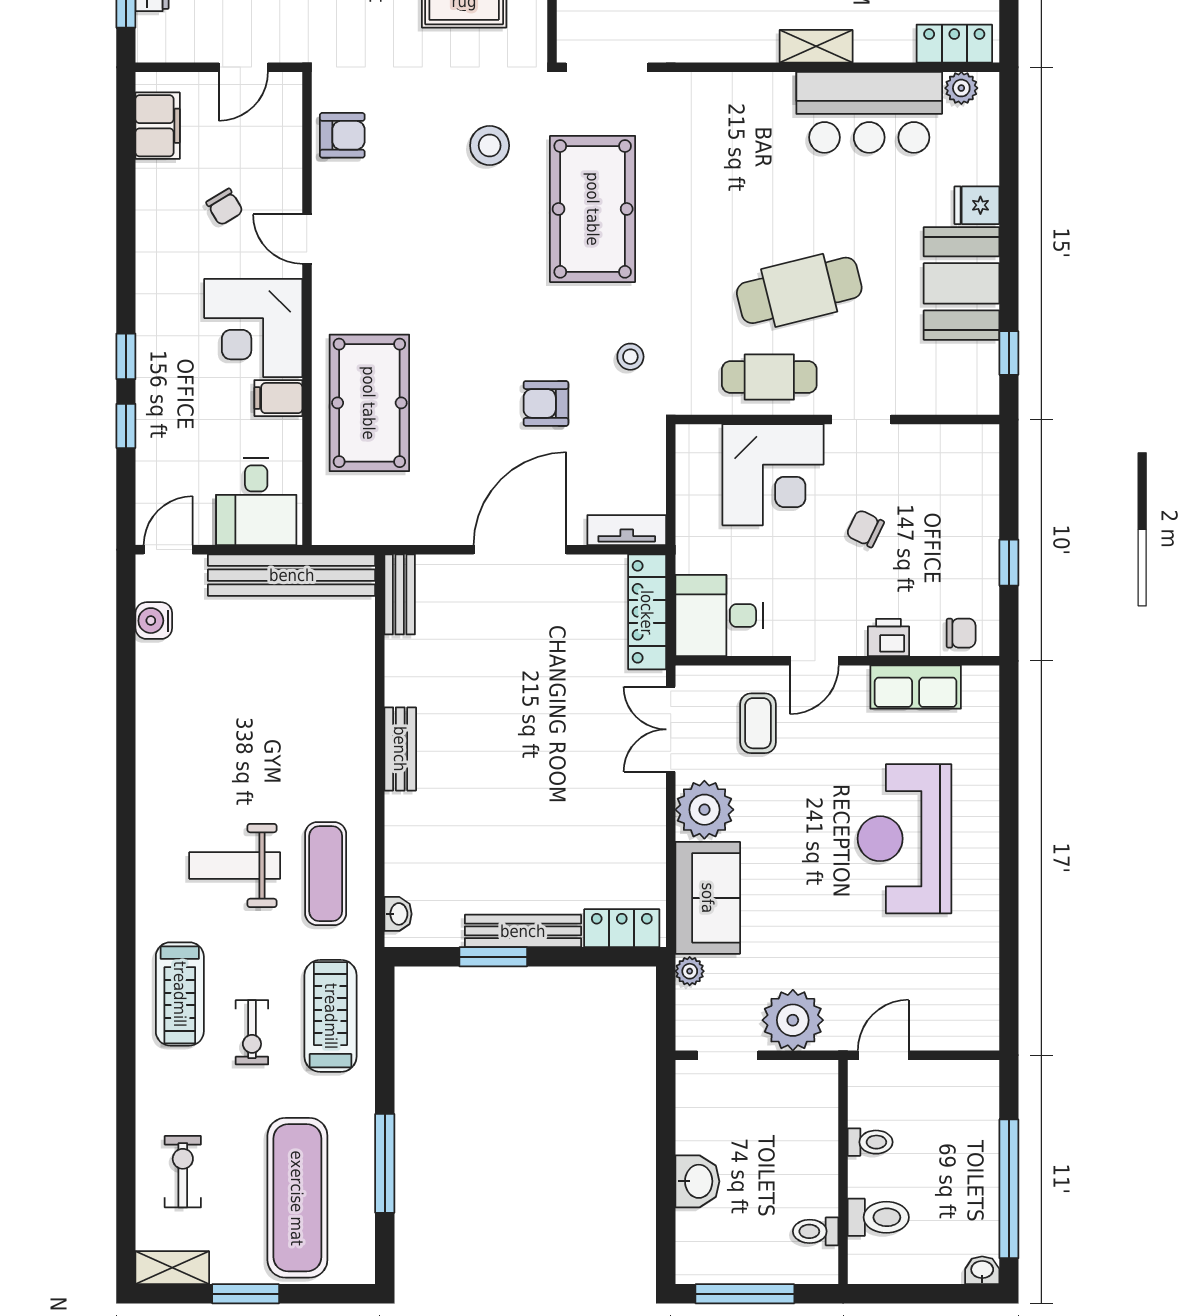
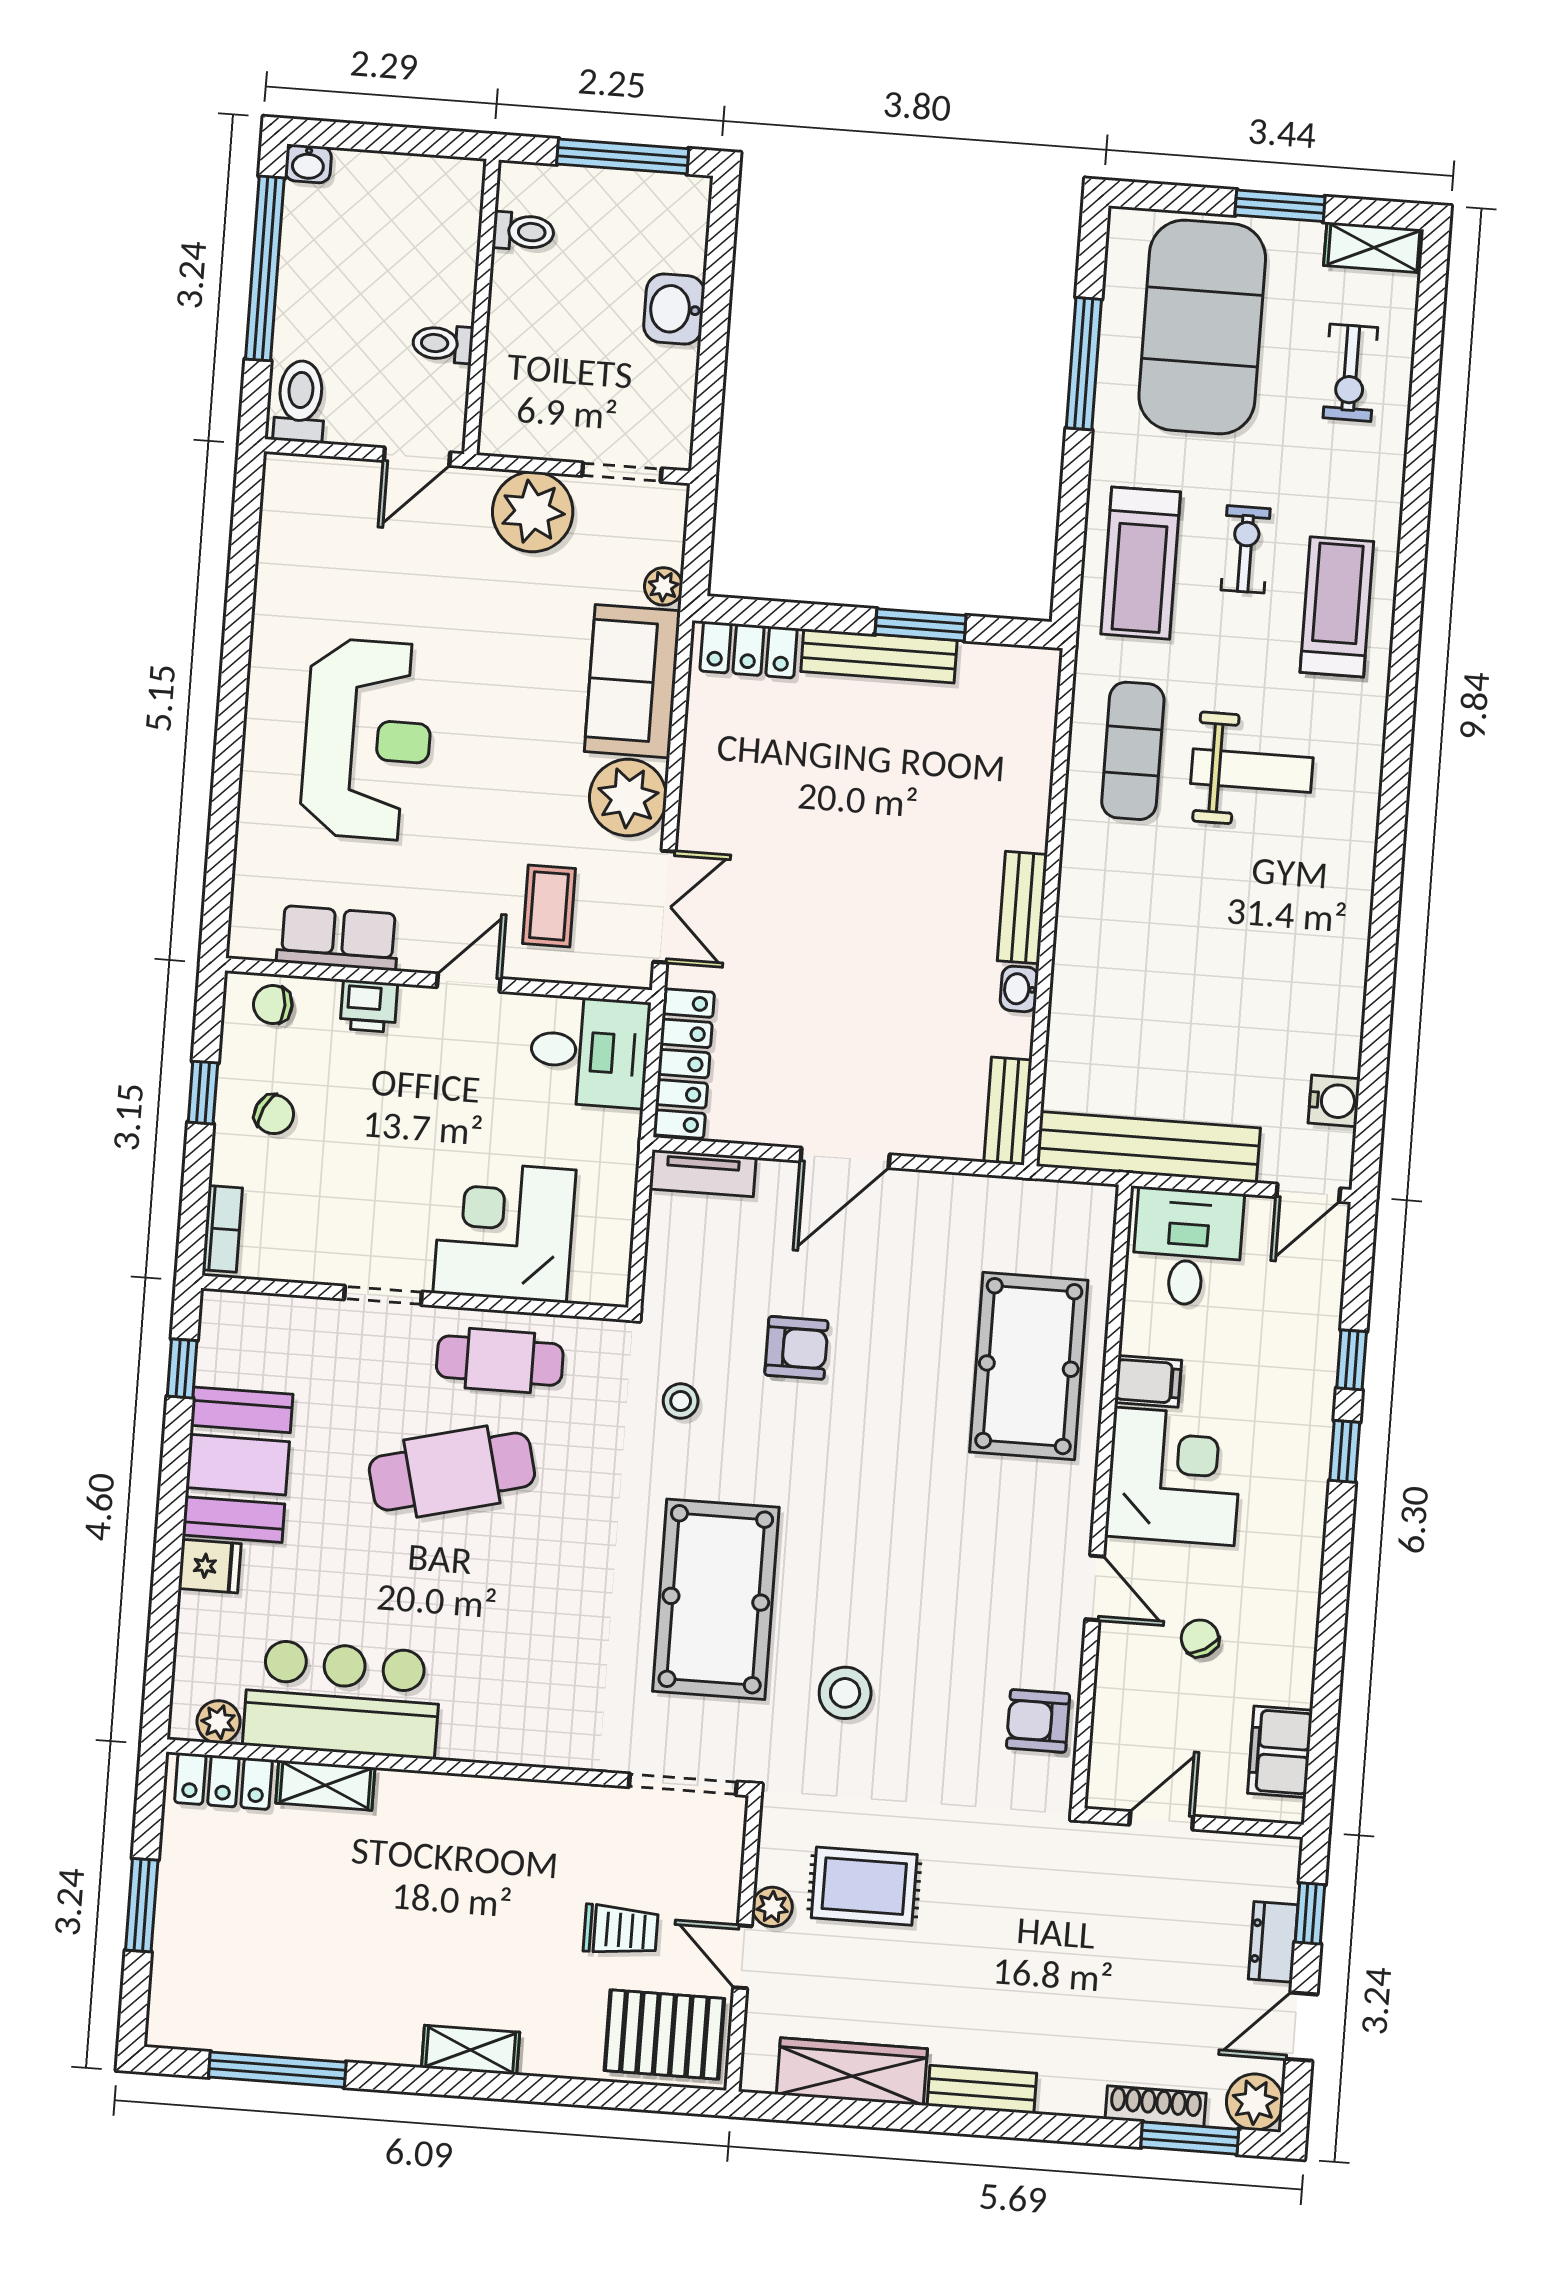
shelving: (816, 46) -> (325, 1785), moved
bookcase: (986, 461) -> (222, 1229), added
chair: (865, 528) -> (274, 1114), moved
door: (520, 550) -> (845, 1158), width x0.73
washbasin: (398, 914) -> (1019, 989), moved
exercise mat: (297, 1198) -> (1202, 327), width x1.47
toilet: (878, 1217) -> (300, 401), moved, turned 90

